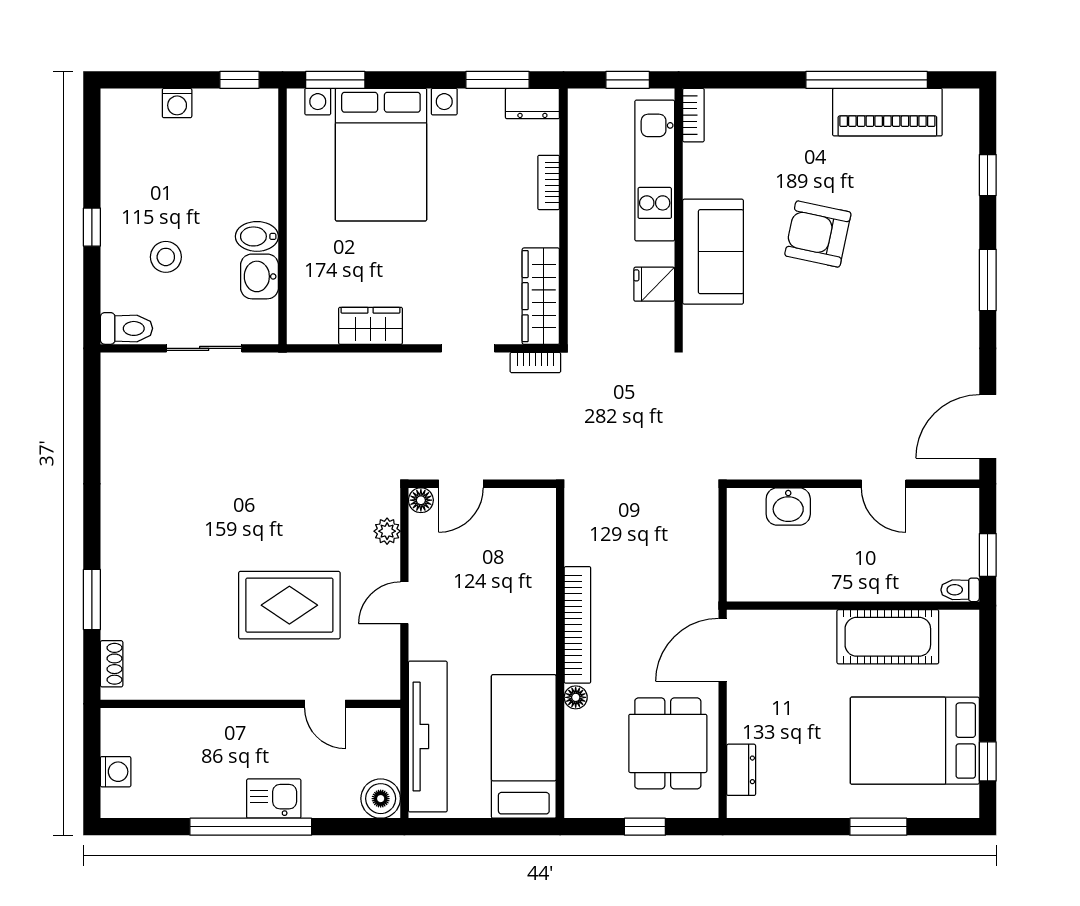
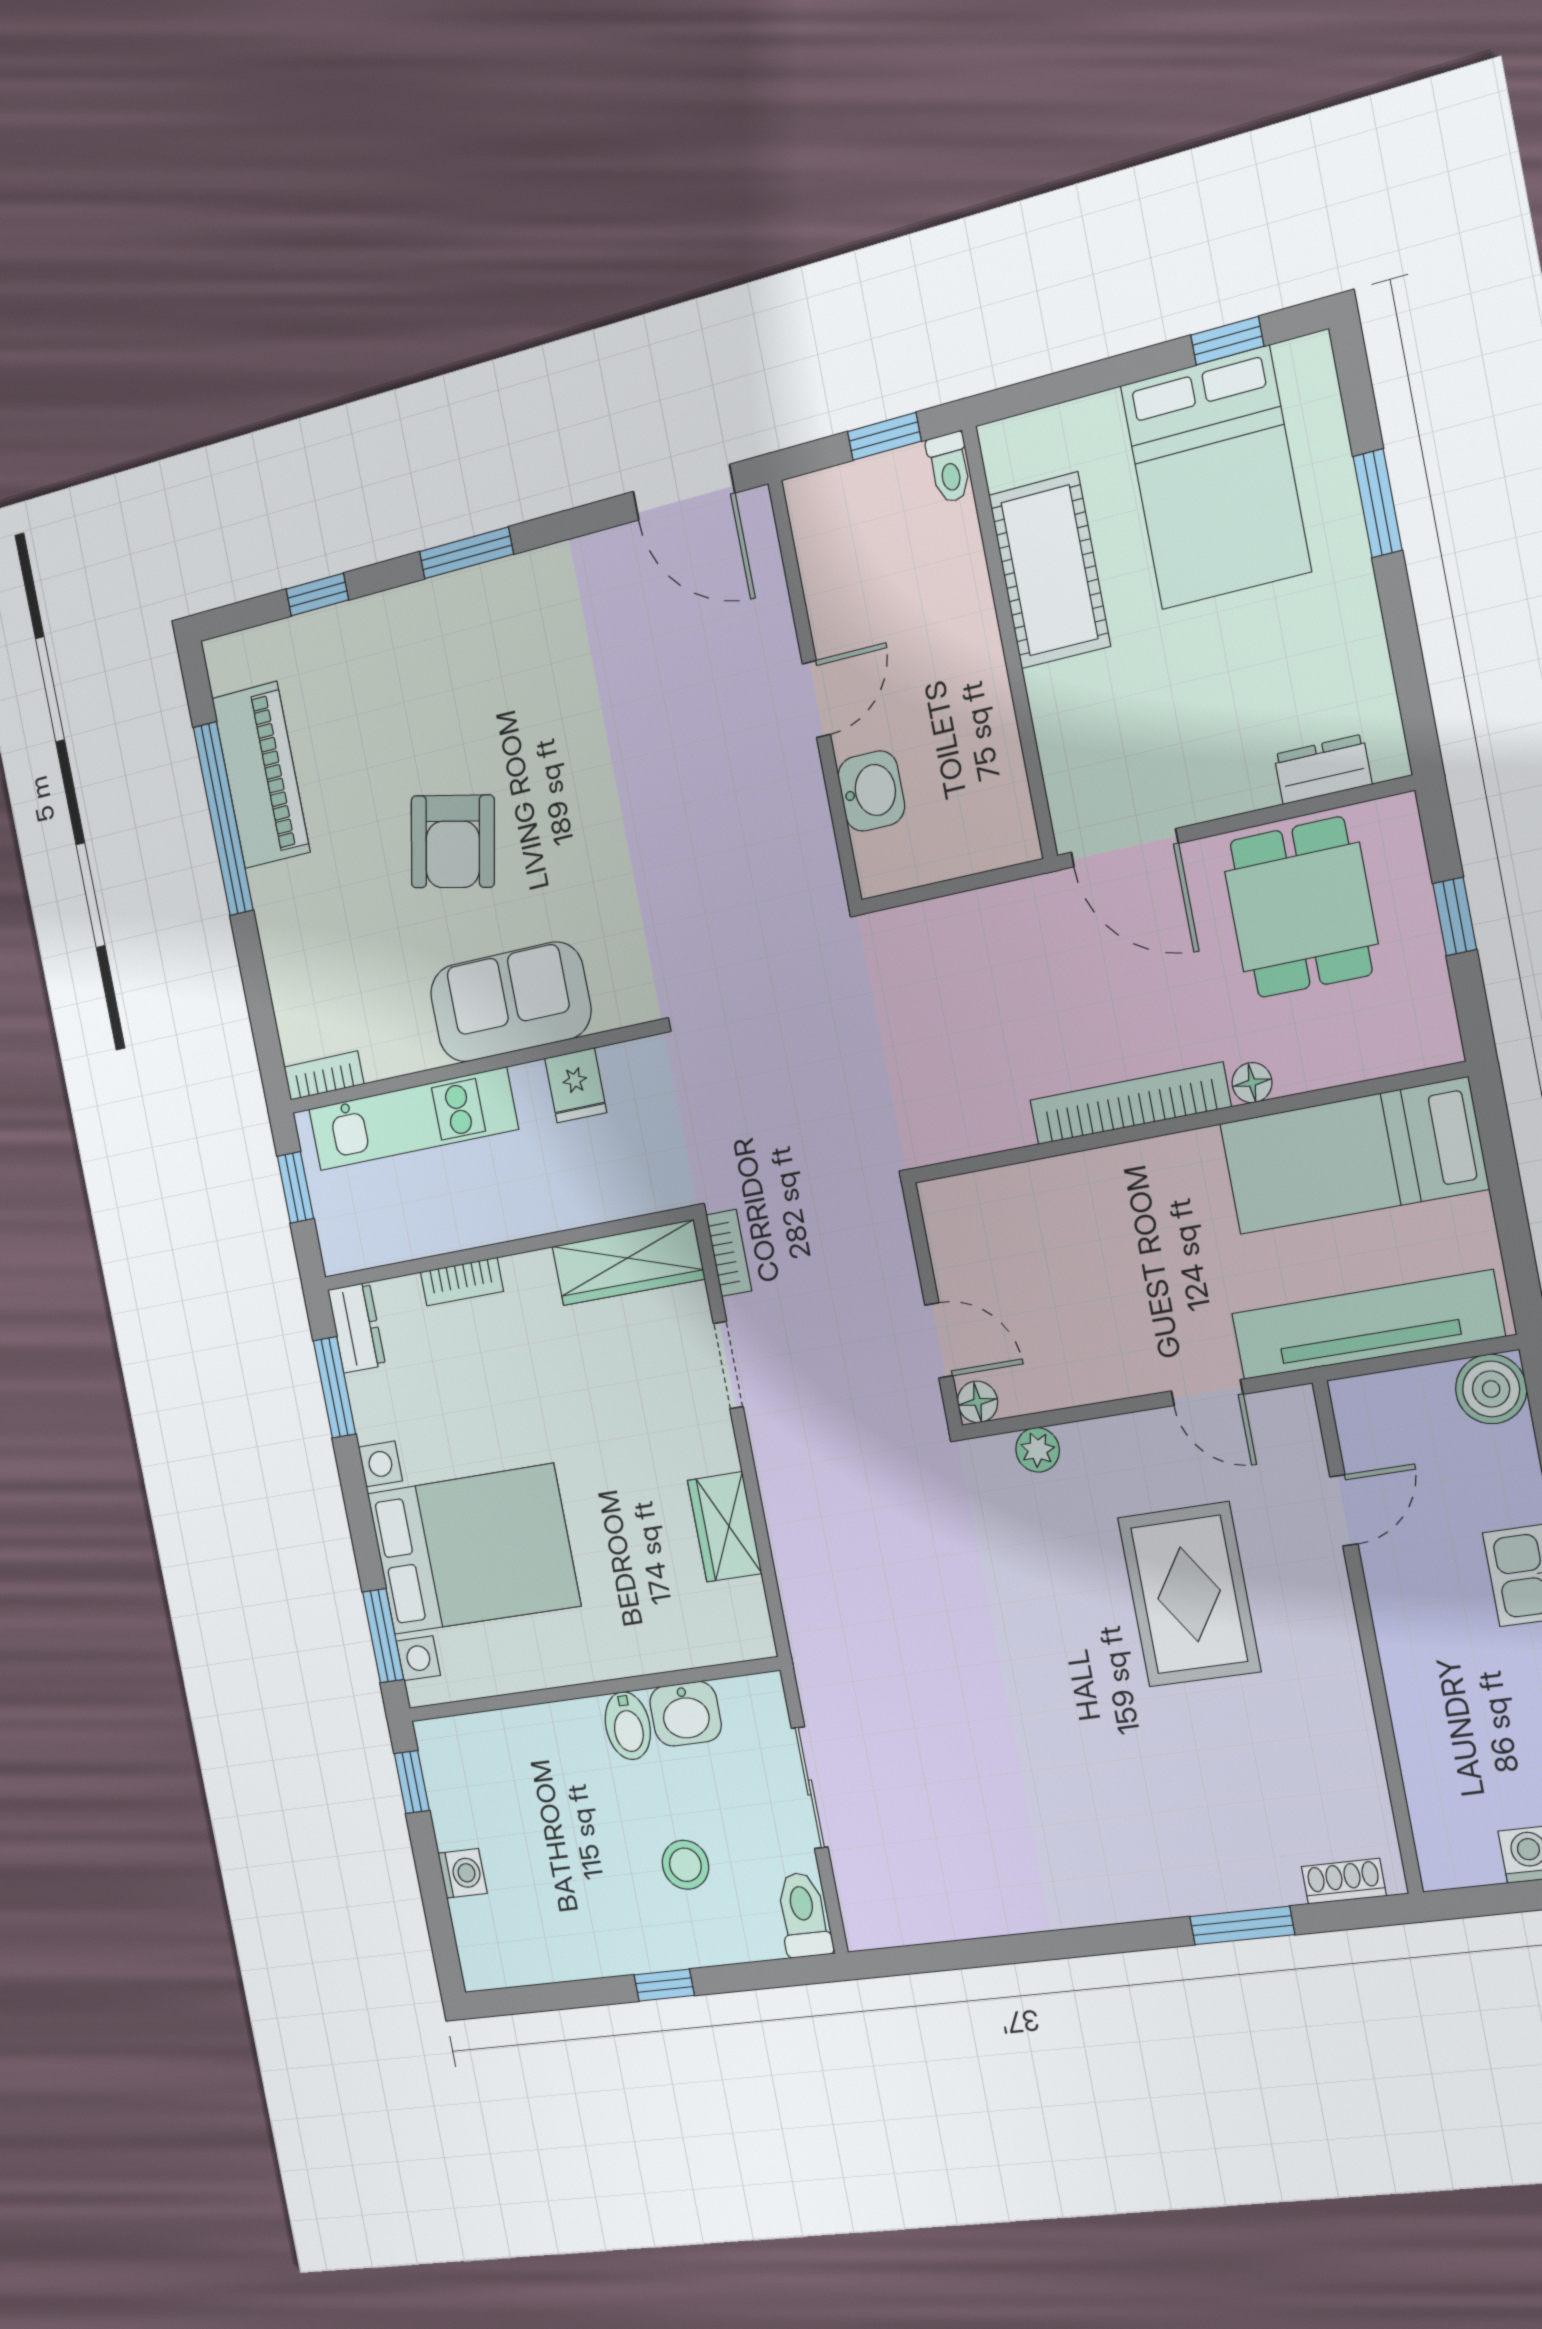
door: (884, 484) -> (816, 699), moved
door: (404, 603) -> (1207, 1393), moved
dining table: (668, 743) -> (1301, 907), turned 90

